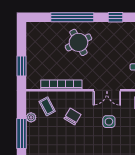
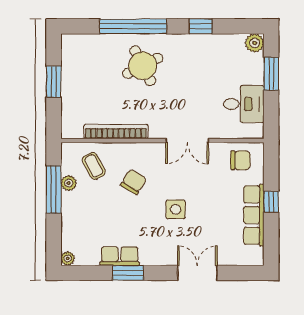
window: (22, 66) -> (54, 82), moved
side table: (109, 122) -> (176, 209), moved
window: (22, 134) -> (54, 189), moved

